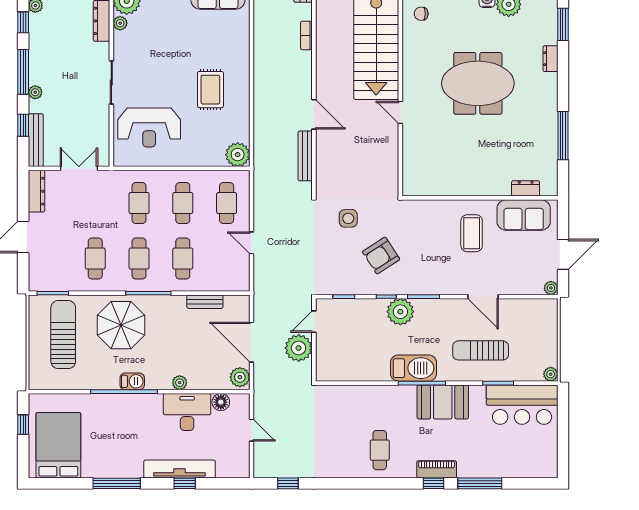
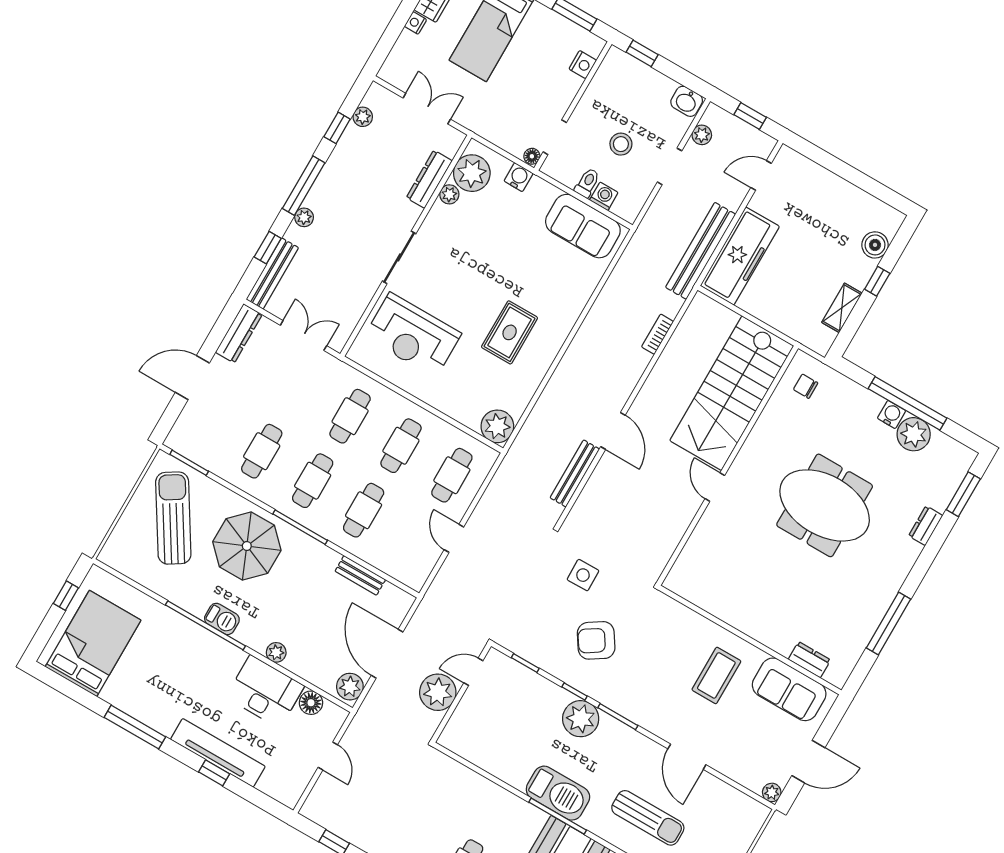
sun lounger: (63, 335) -> (173, 518), turned -32
sun lounger: (481, 350) -> (648, 818), turned 180

